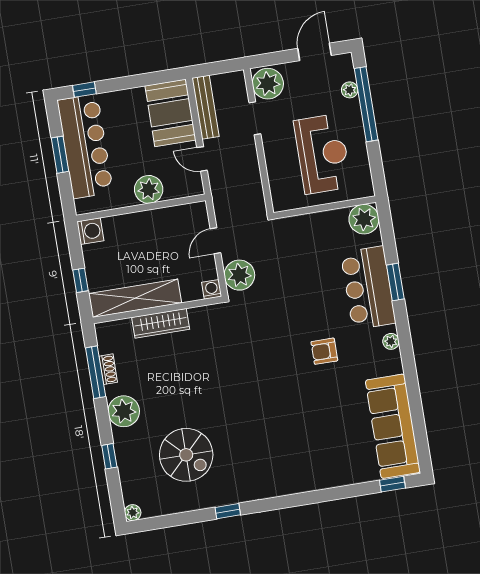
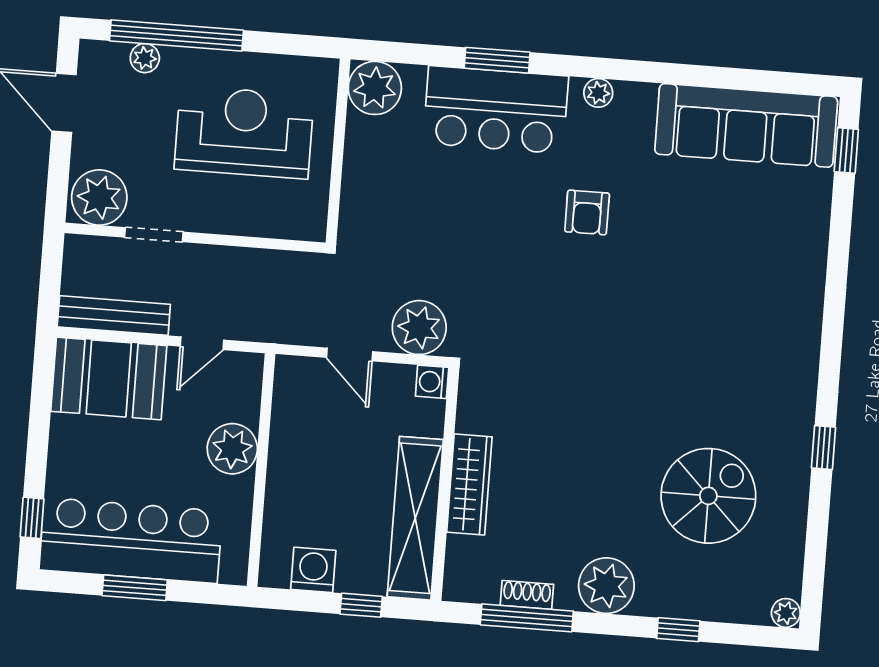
washing machine: (90, 231) -> (313, 570), moved

